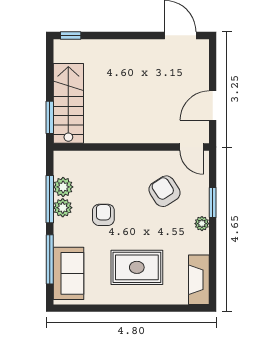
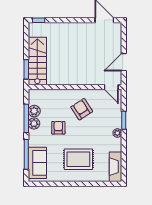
armchair: (165, 191) -> (82, 109), moved

